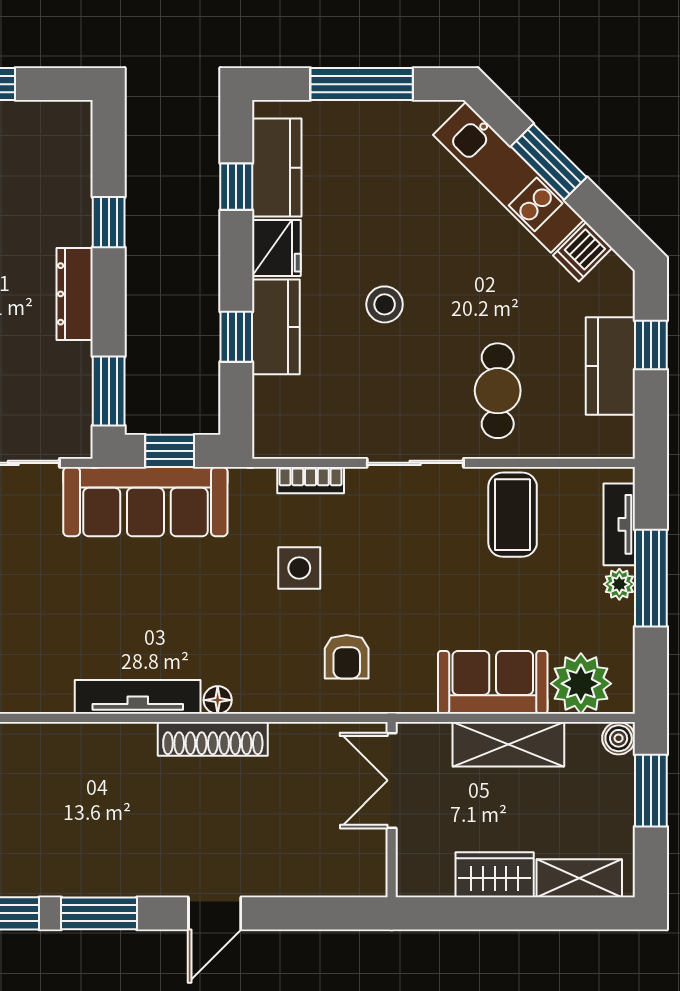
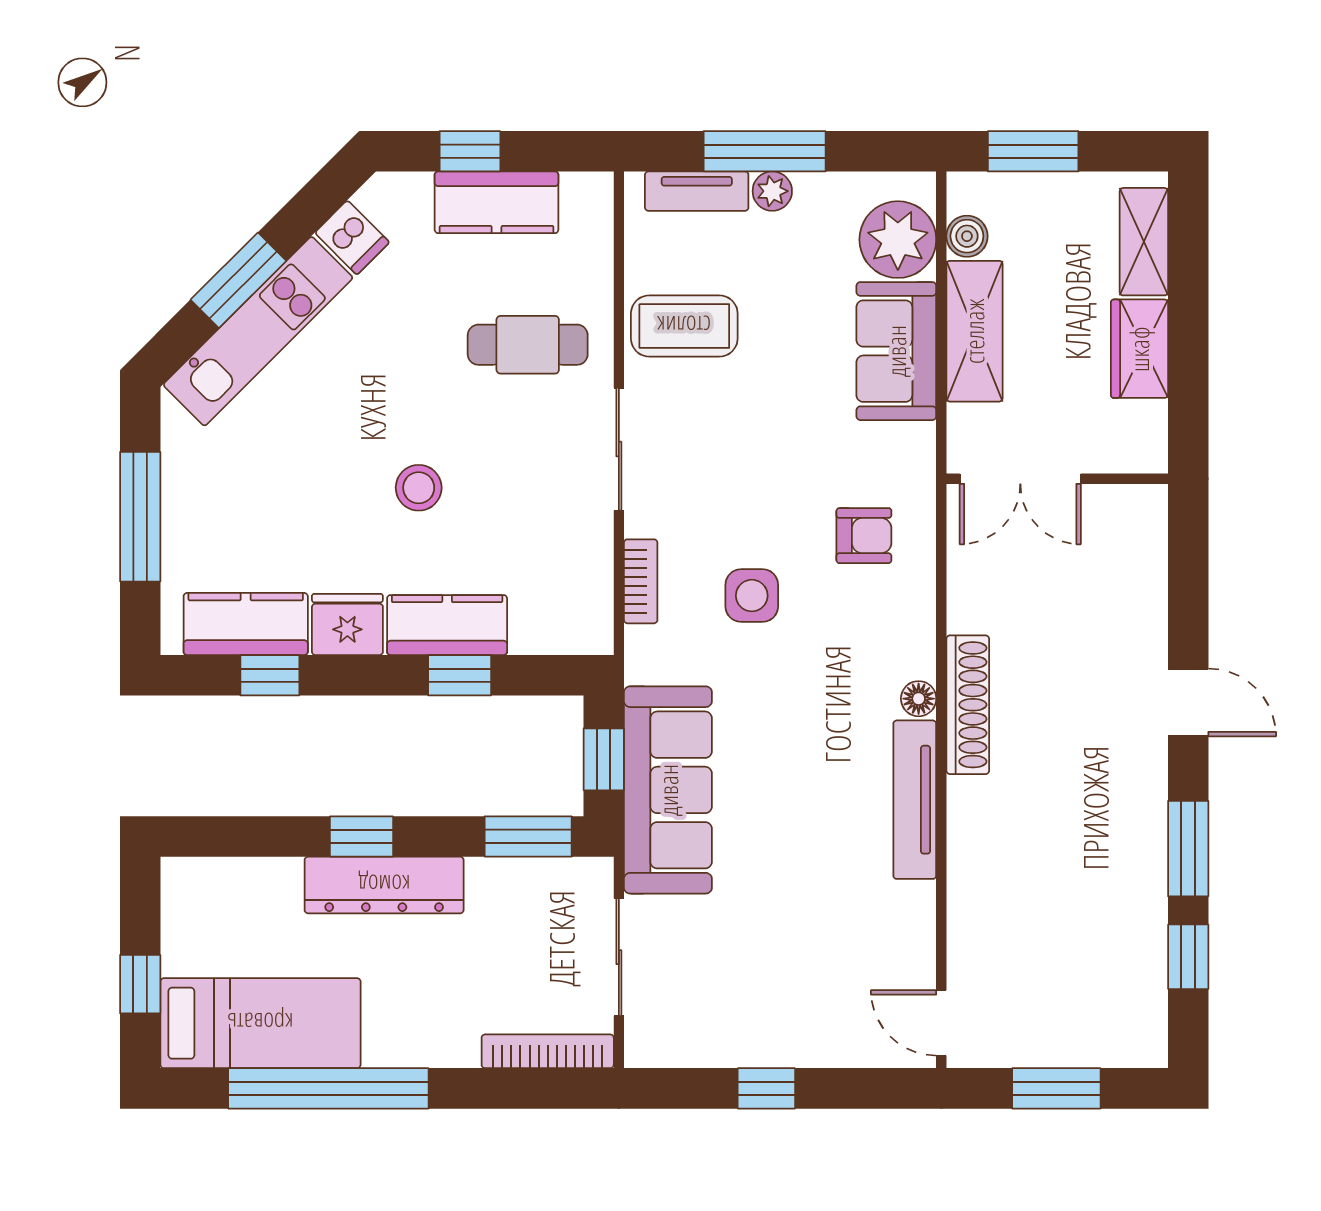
window: (109, 222) -> (361, 836), moved
dresser: (75, 294) -> (384, 885), width x1.37, depth x1.24
boiler: (619, 738) -> (967, 236), moved

